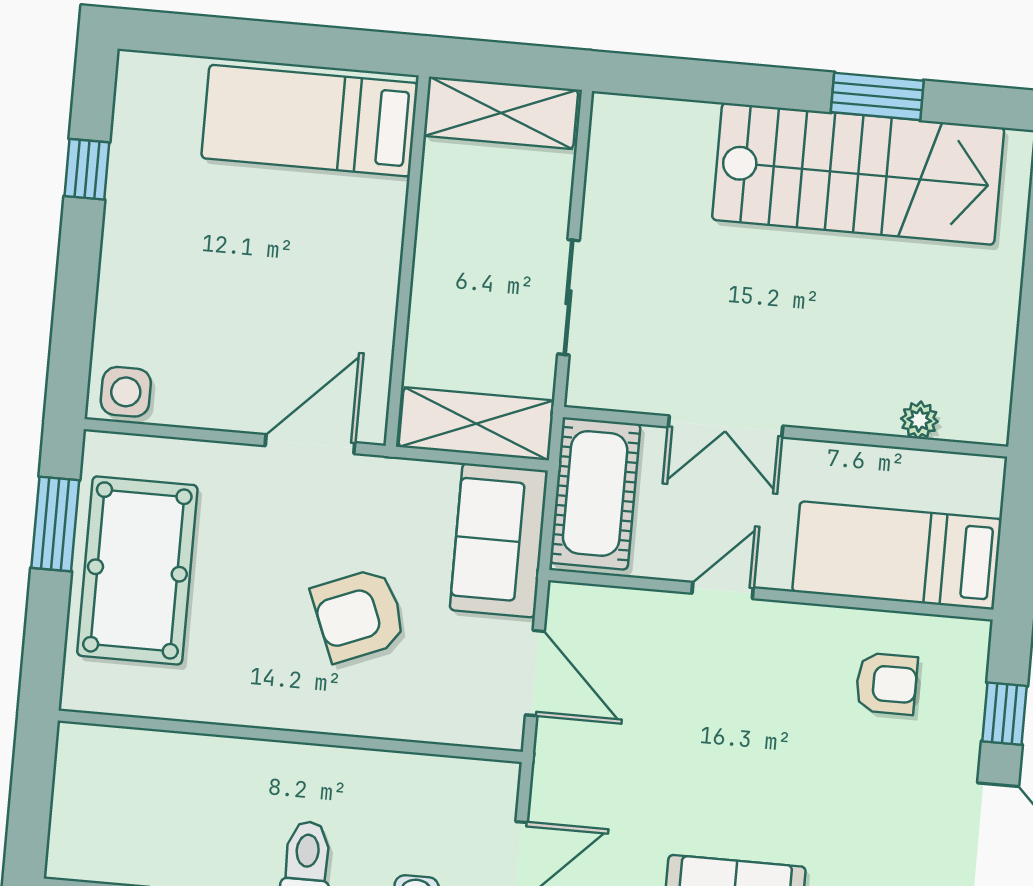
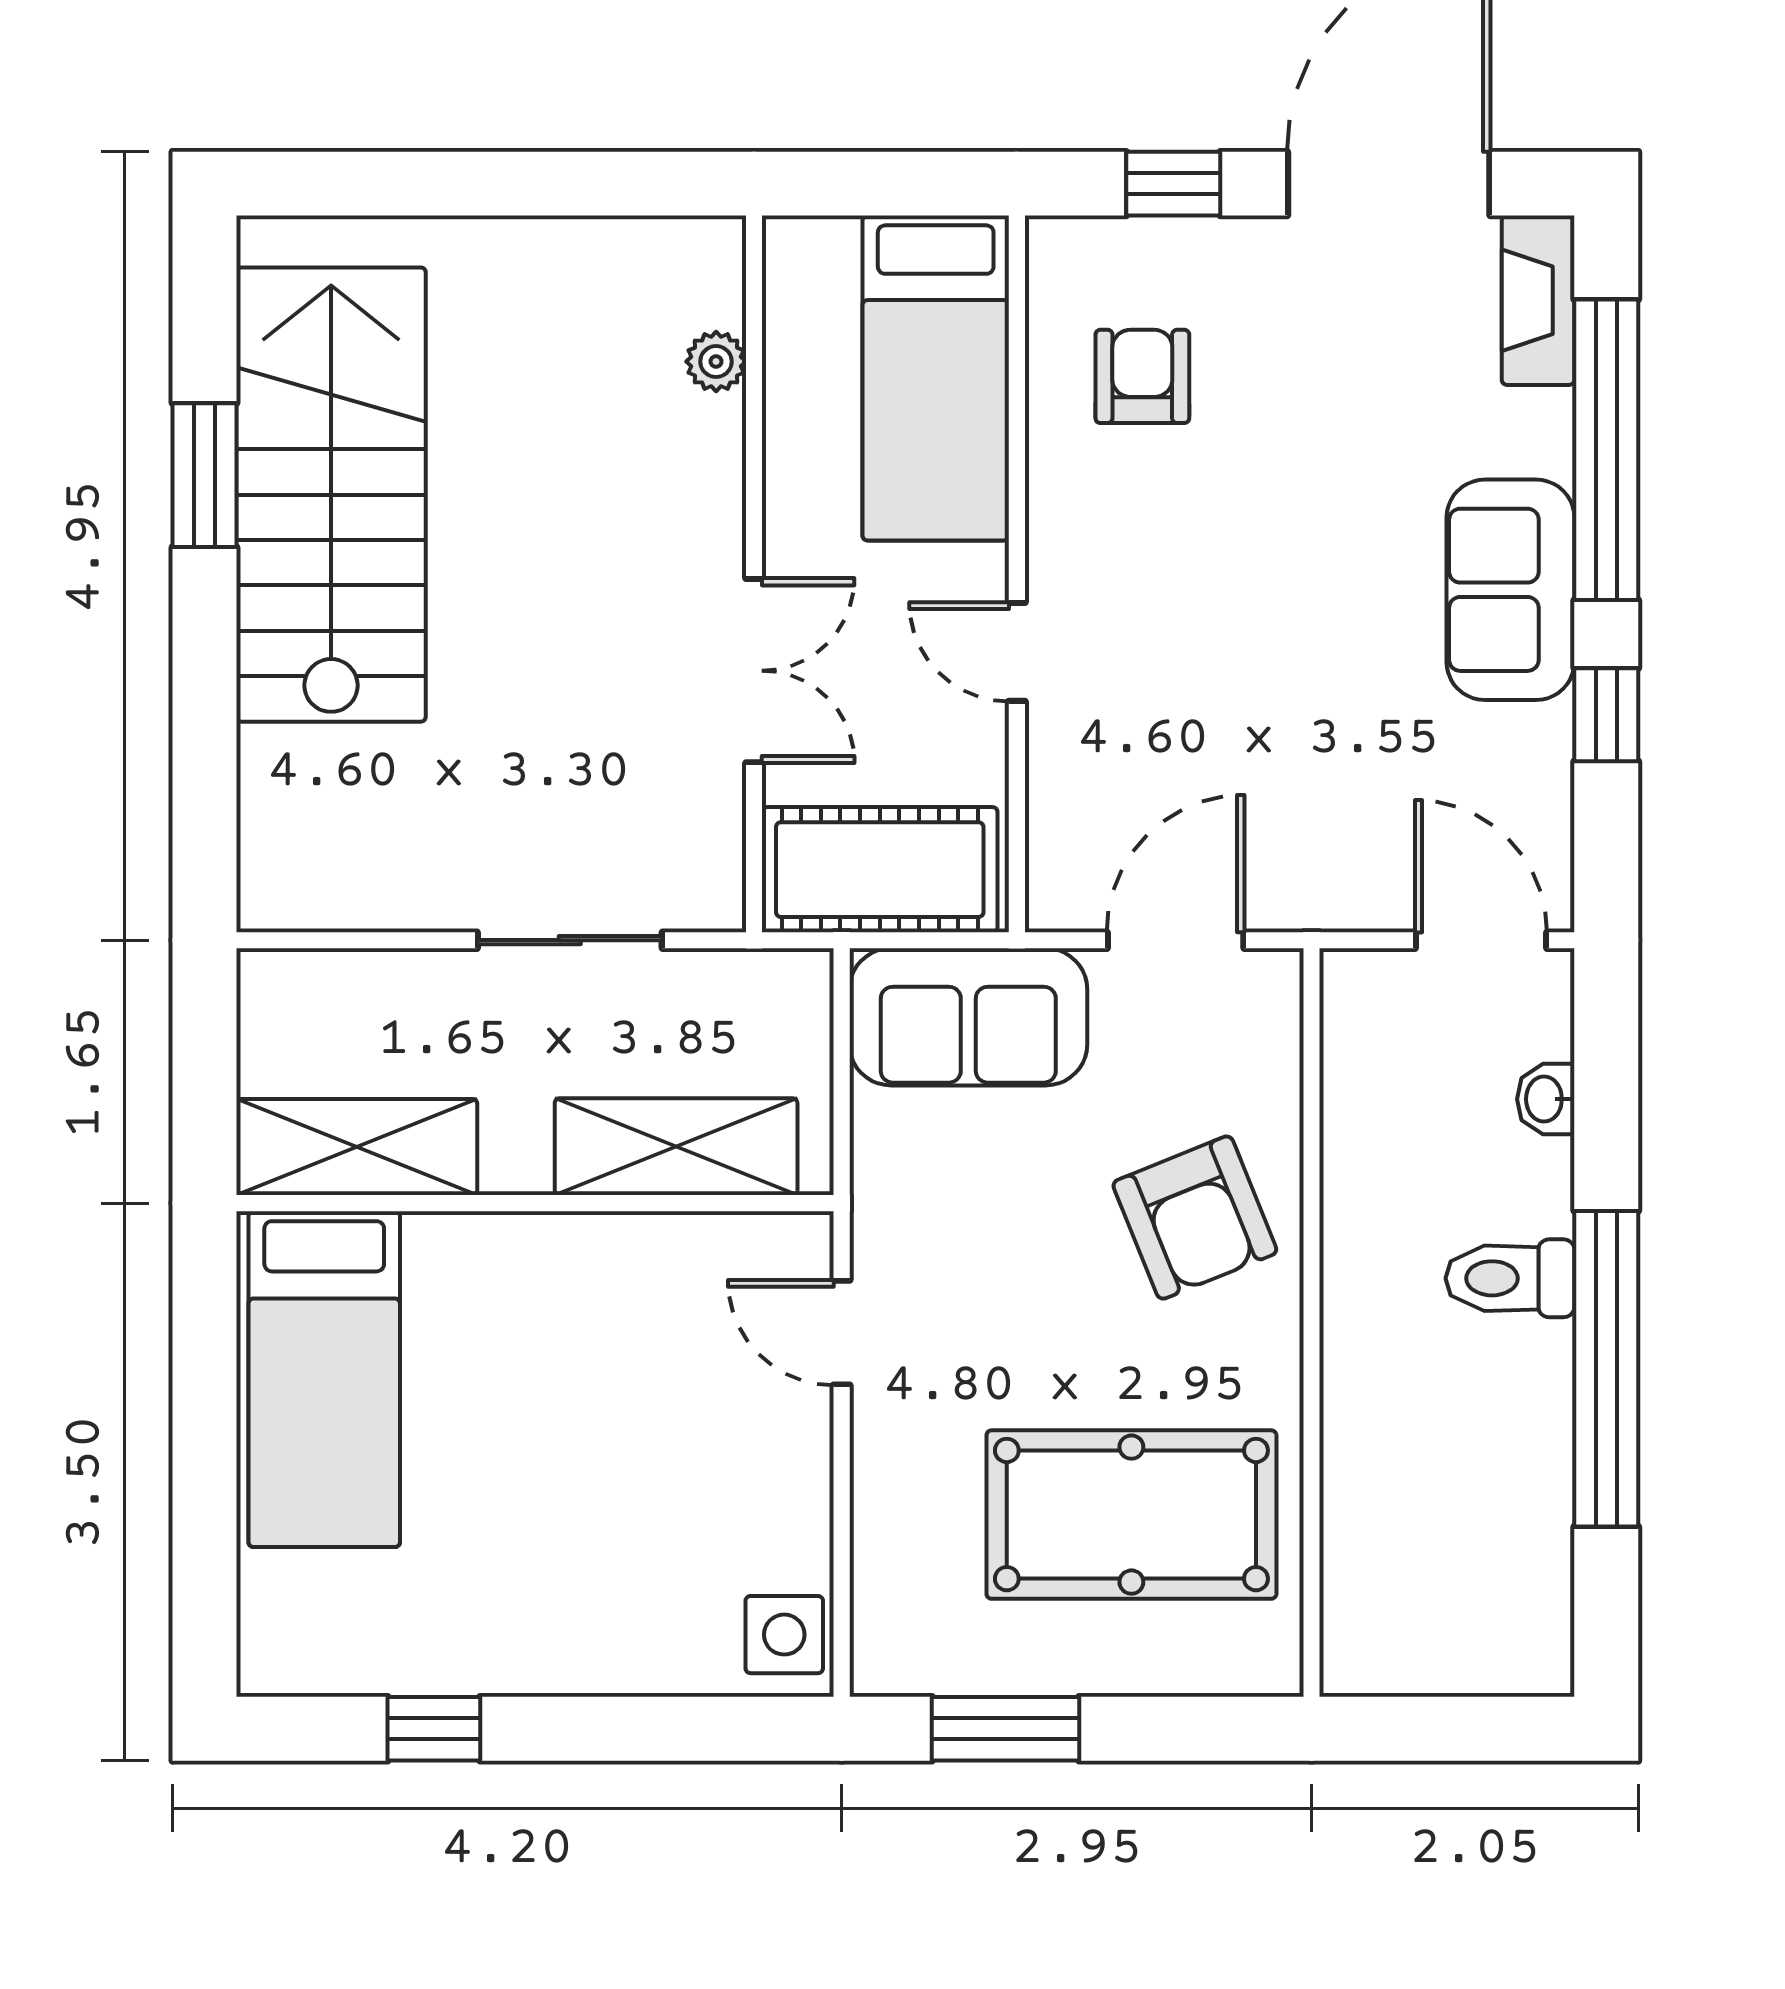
shelving: (501, 113) -> (357, 1147), moved, turned 90
shelving: (476, 424) -> (676, 1147), moved, turned 90
door: (310, 444) -> (842, 1333), width x0.73
pool table: (137, 570) -> (1131, 1515), moved
armchair: (359, 615) -> (1195, 1218), moved

